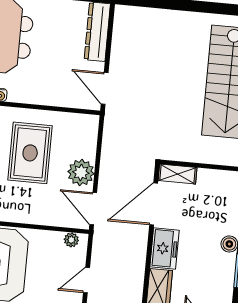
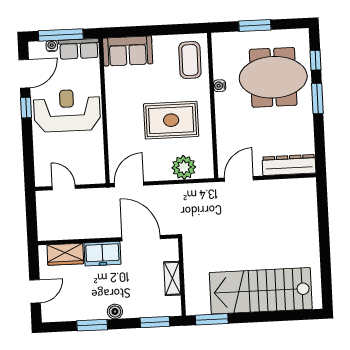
plant: (81, 173) -> (184, 167), moved
shelving: (177, 174) -> (172, 278), moved
plant: (71, 240) -> (98, 169), removed

